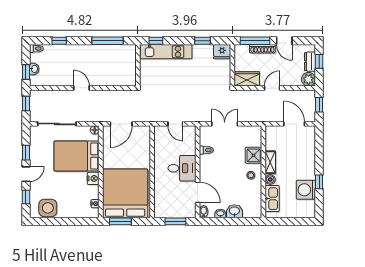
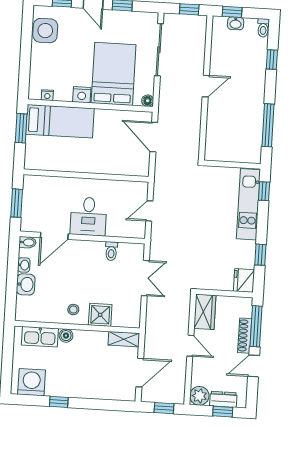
shelving: (270, 162) -> (124, 339), moved
washing machine: (306, 190) -> (32, 382), moved
bed: (125, 193) -> (60, 121), width x0.49

